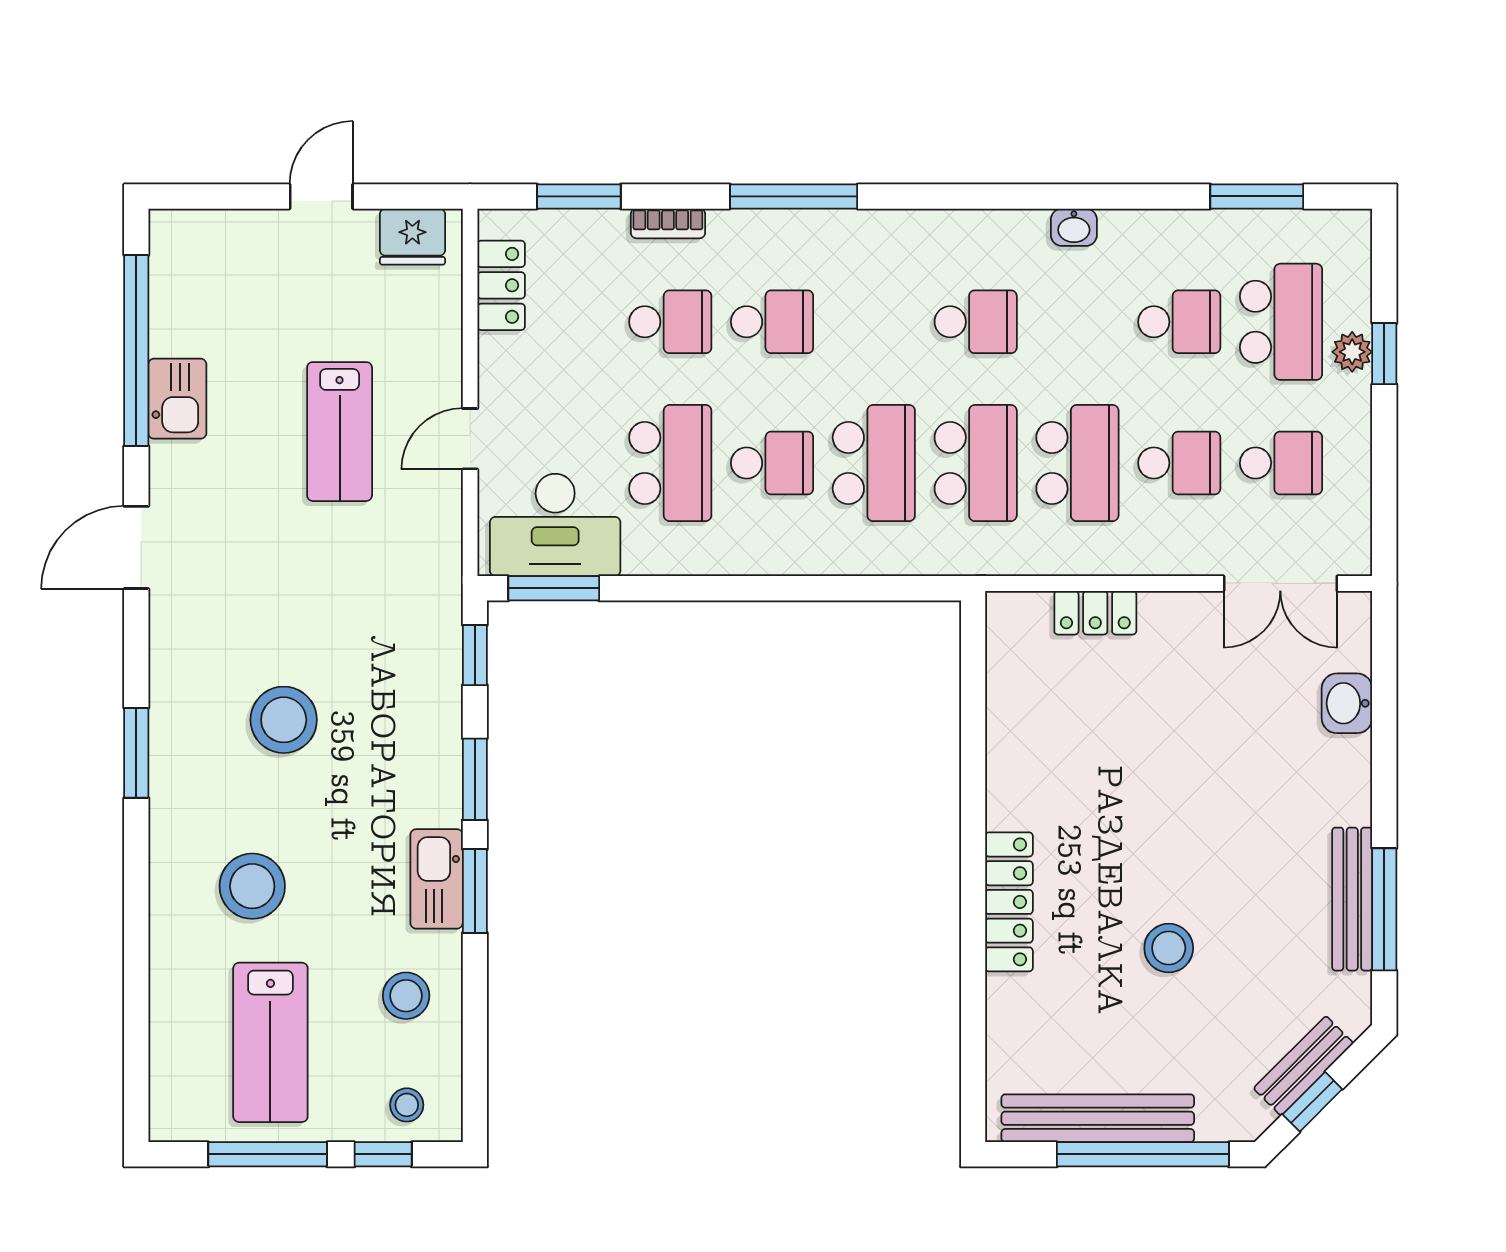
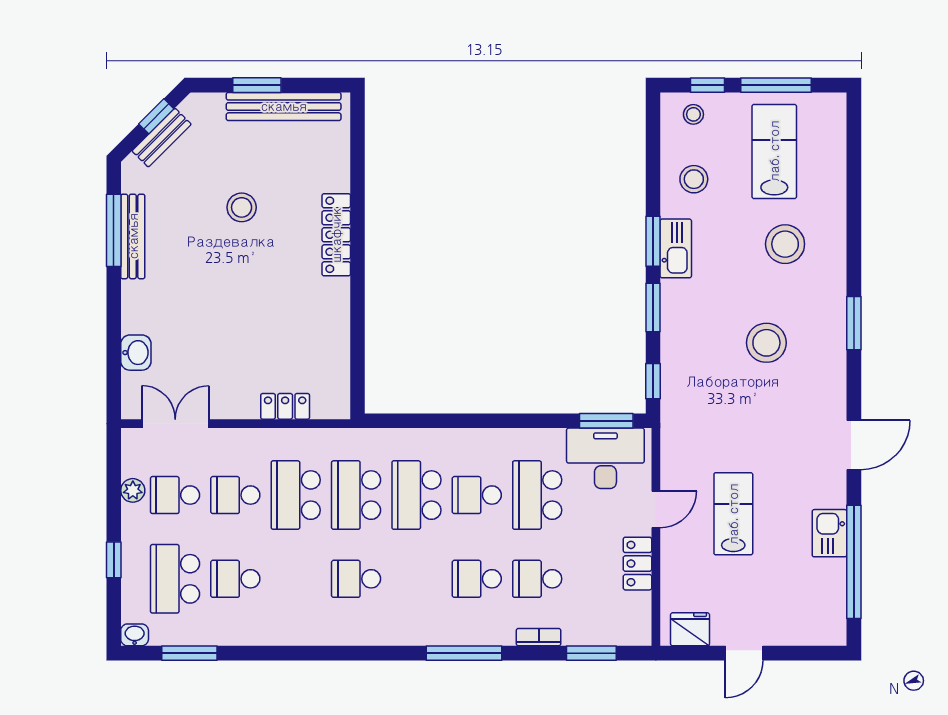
washbasin: (1074, 227) -> (135, 635), moved
locker: (501, 285) -> (637, 564), moved
plant: (1352, 352) -> (133, 490), moved
window: (1143, 1154) -> (257, 85), width x0.47

